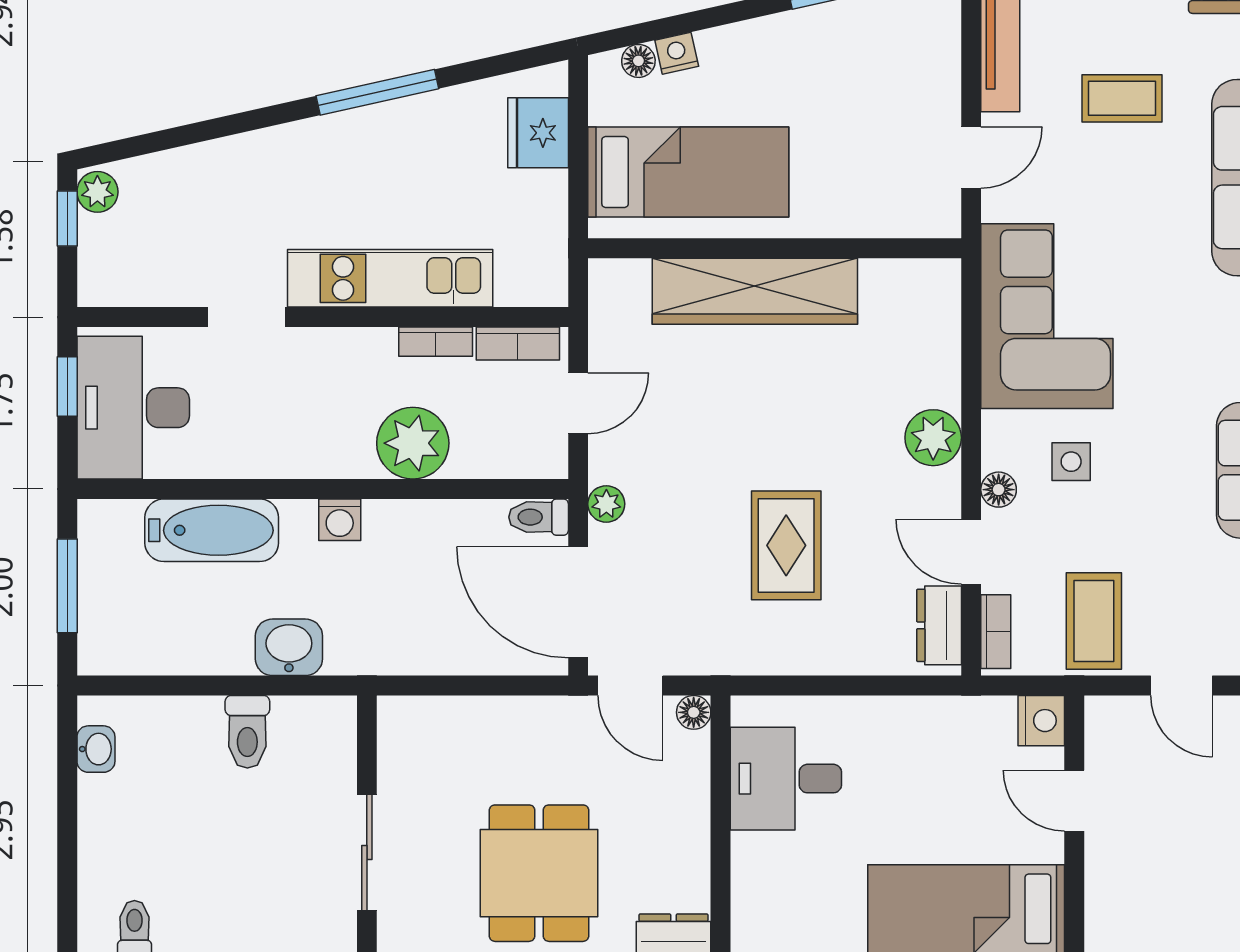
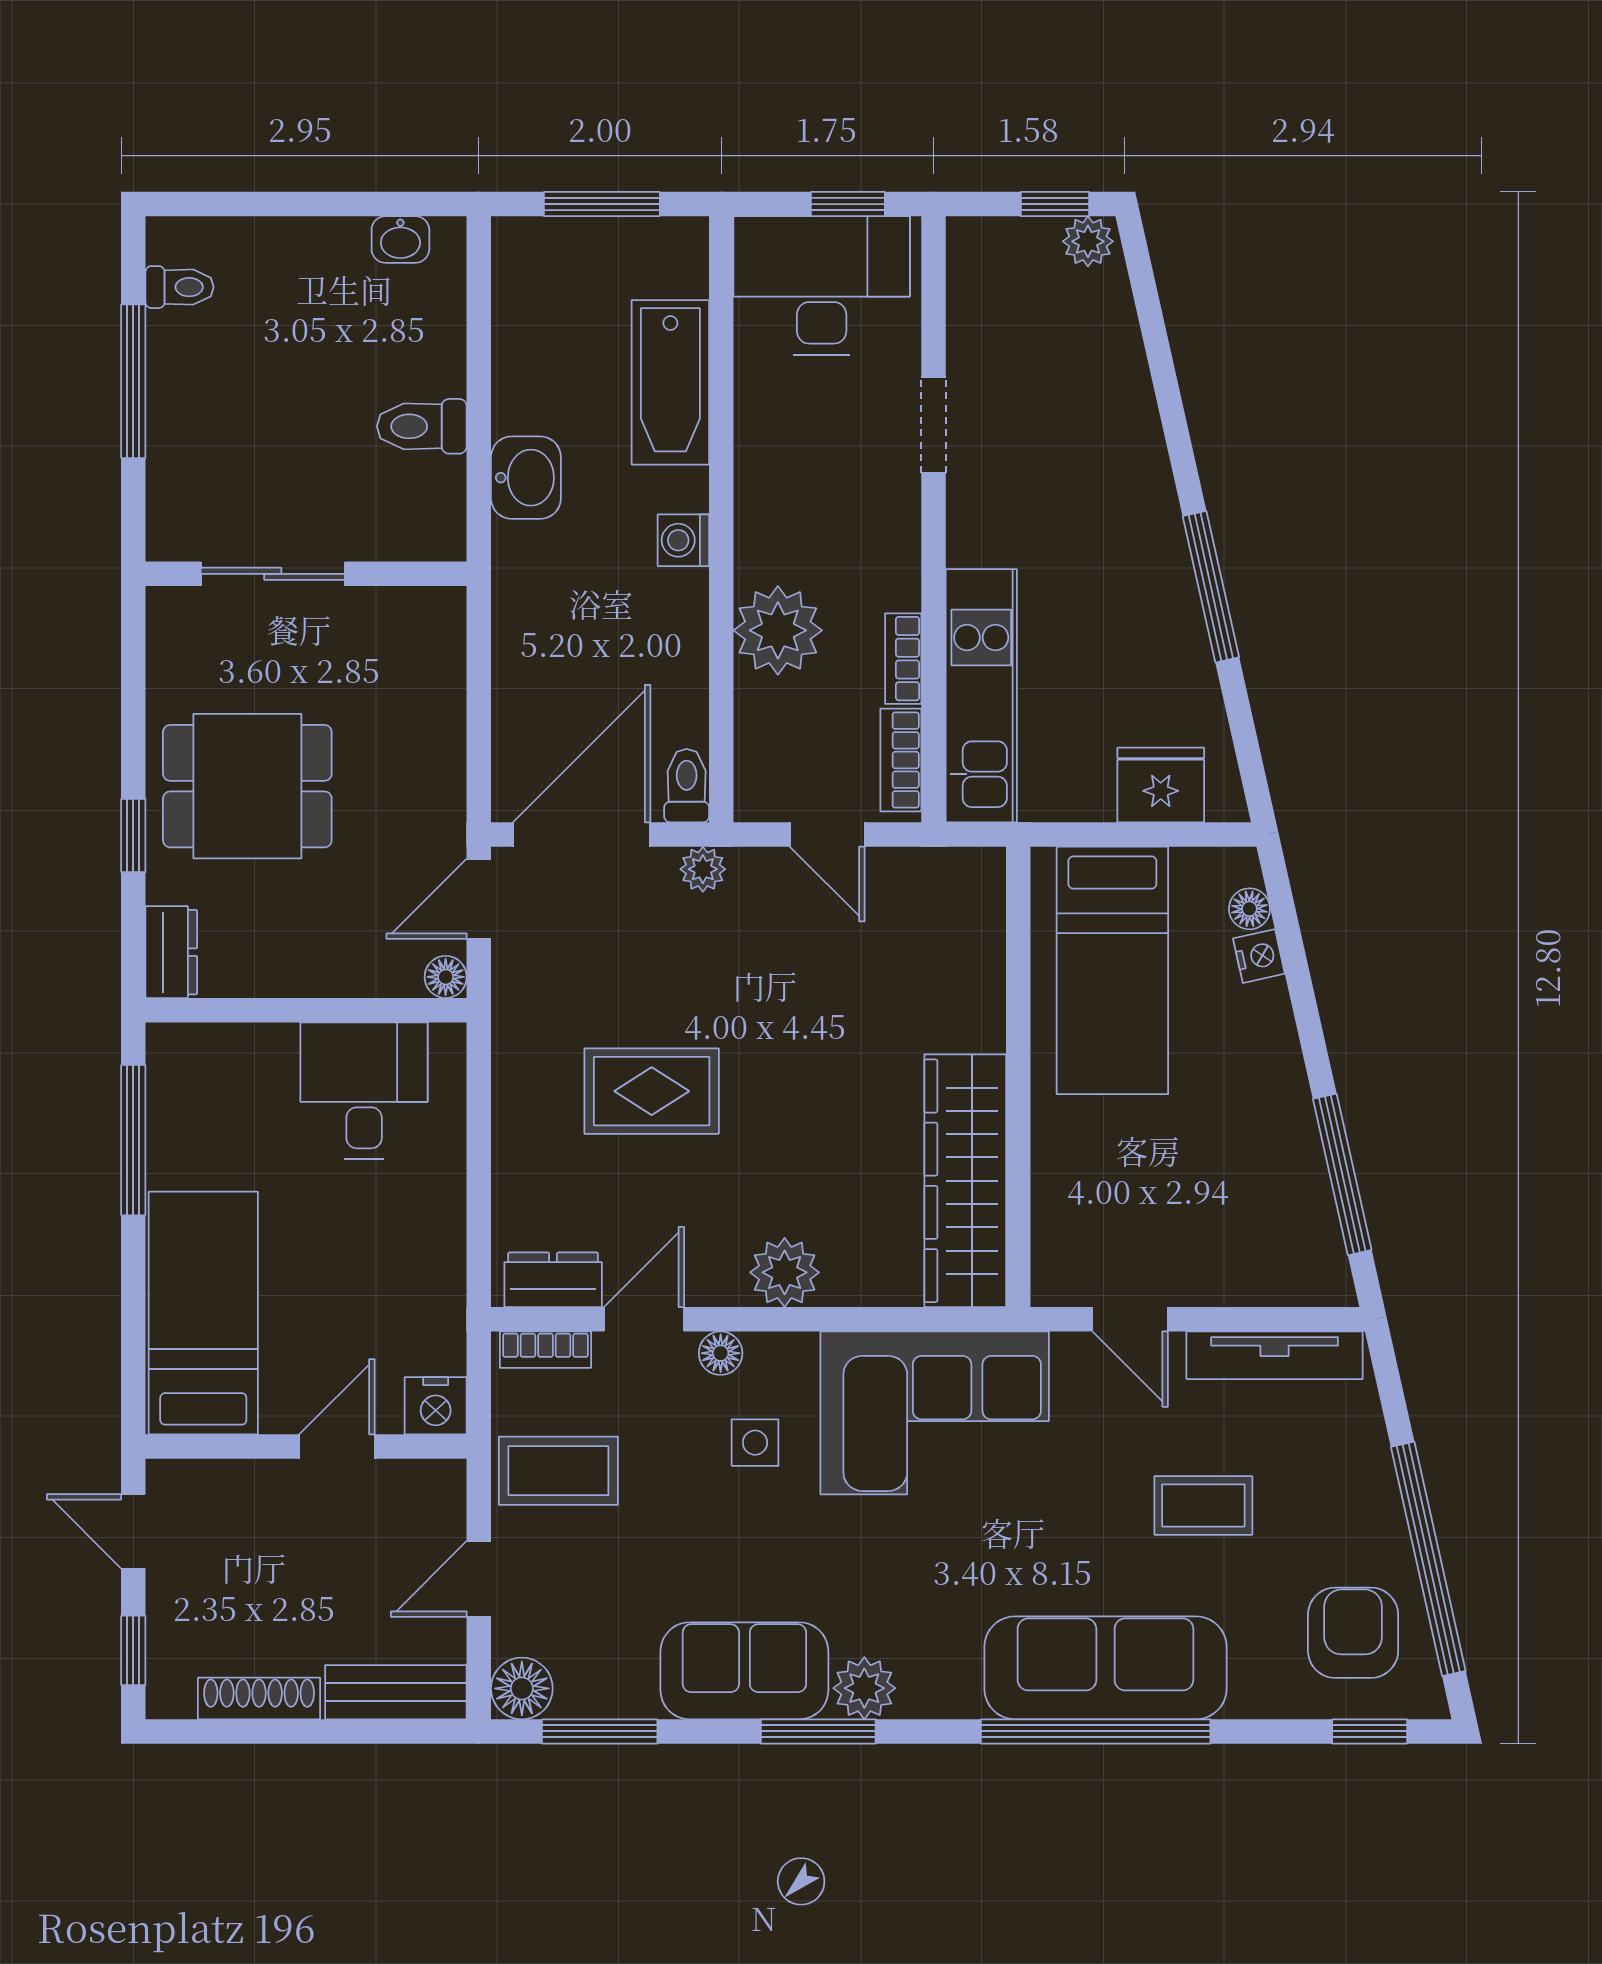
coffee table: (1122, 98) -> (1203, 1505), turned 90
kitchen unit: (390, 278) -> (981, 696), moved
wardrobe: (755, 291) -> (965, 1181), moved

